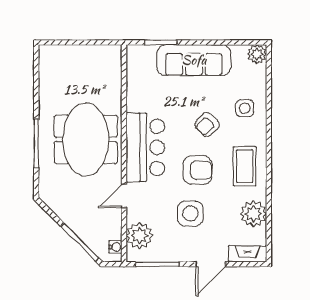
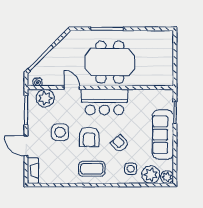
plant: (253, 214) -> (151, 175), moved

